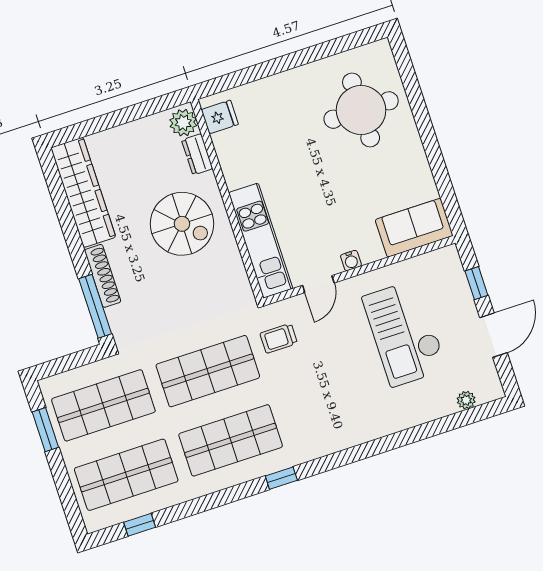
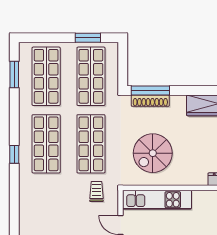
spiral stairs: (182, 224) -> (153, 153), moved
shoe rack: (103, 276) -> (150, 101), moved
window: (281, 478) -> (14, 154), moved
window: (140, 525) -> (14, 74), width x1.50

